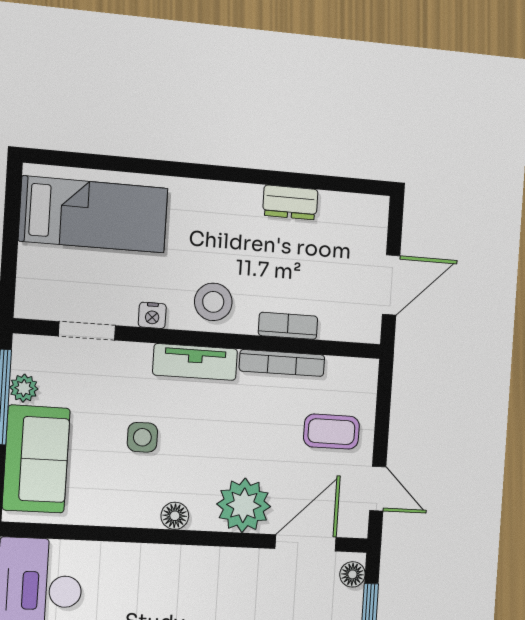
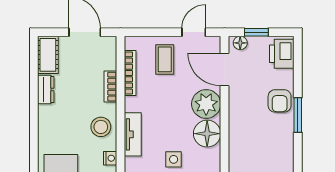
cot: (354, 212) -> (48, 55), added
bookcase: (282, 363) -> (130, 73), moved
floor lamp: (175, 516) -> (207, 134), width x1.89, depth x1.89

